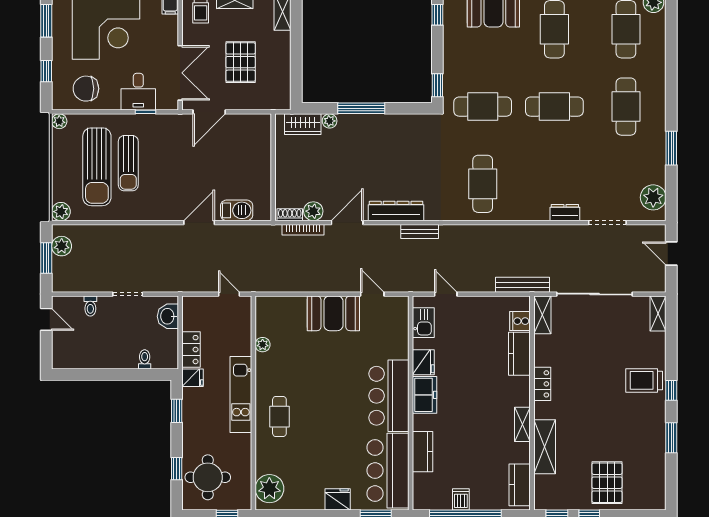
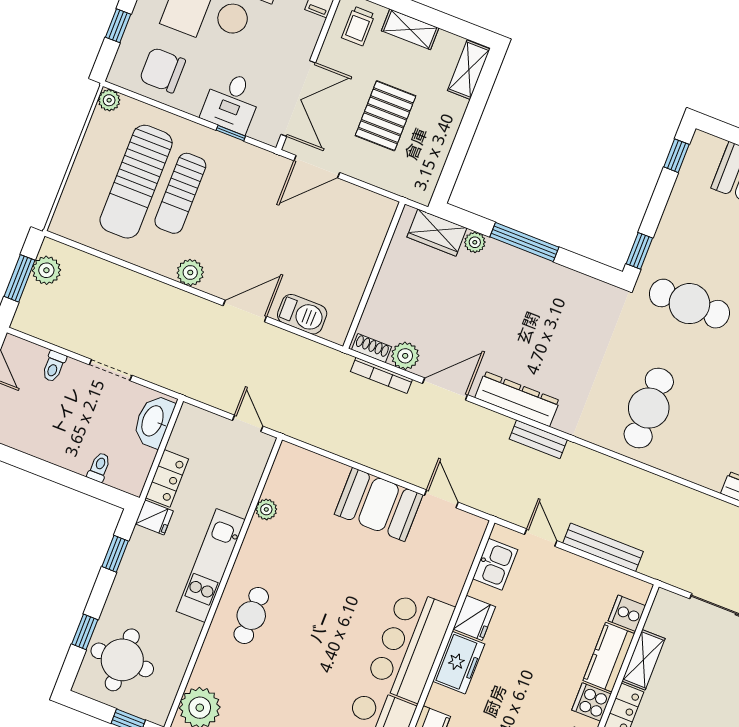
plant: (61, 212) -> (190, 272), moved
bench: (523, 285) -> (603, 547), moved
shelving: (542, 315) -> (643, 660), moved
washbasin: (168, 316) -> (153, 421), width x1.38
cooker: (520, 387) -> (591, 702), added

